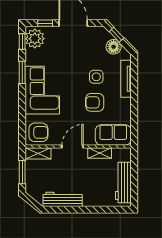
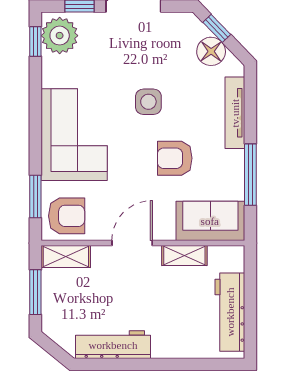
window: (22, 72) -> (35, 196), moved
side table: (96, 77) -> (148, 102), moved
window: (134, 111) -> (250, 175), added

